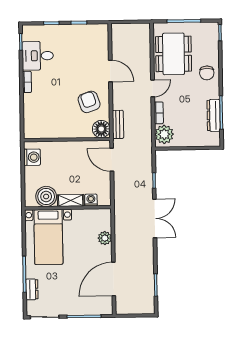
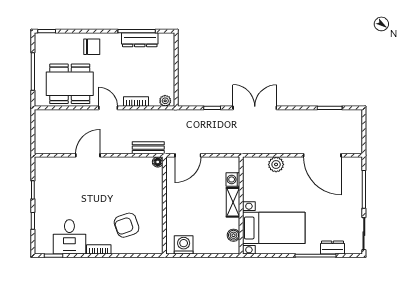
armchair: (89, 102) -> (127, 225), moved
floor lamp: (101, 129) -> (158, 162), width x0.53, depth x0.53
plant: (164, 134) -> (165, 101), width x0.53, depth x0.53
boiler: (46, 197) -> (234, 235), width x0.54, depth x0.54

